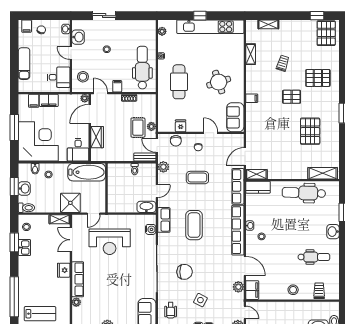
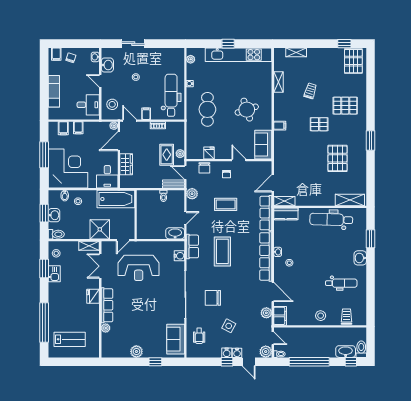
filing cabinet: (49, 100) -> (78, 128), width x0.50
chair: (185, 272) -> (213, 298), turned 180

